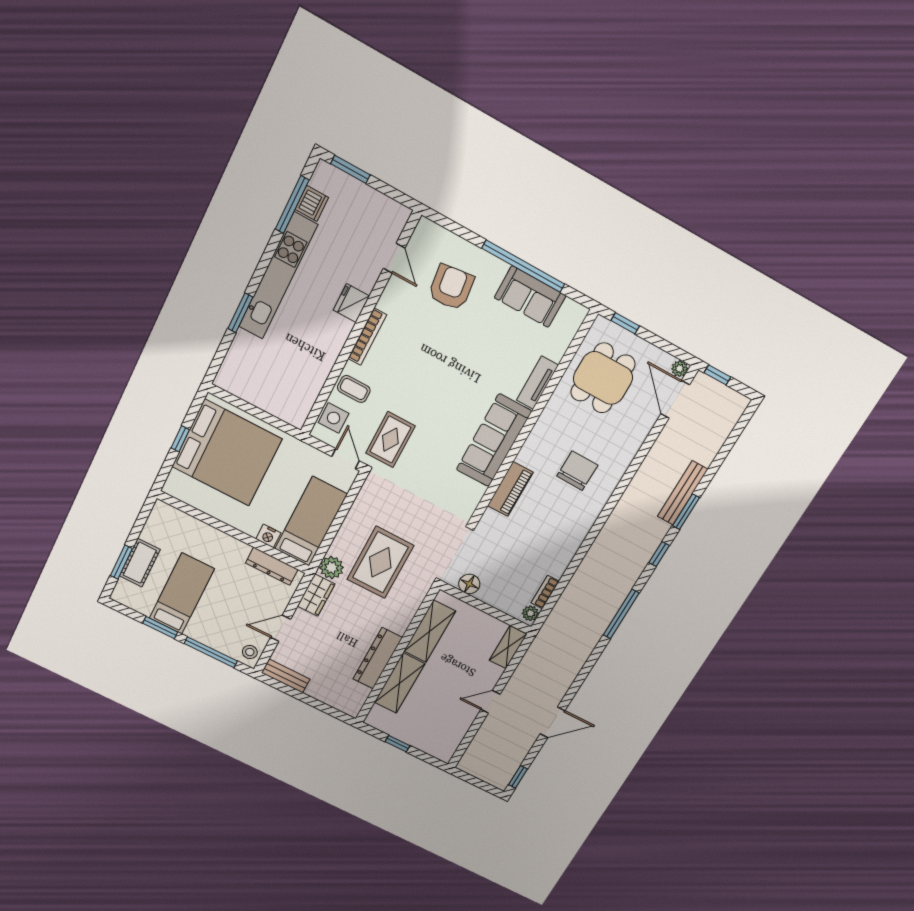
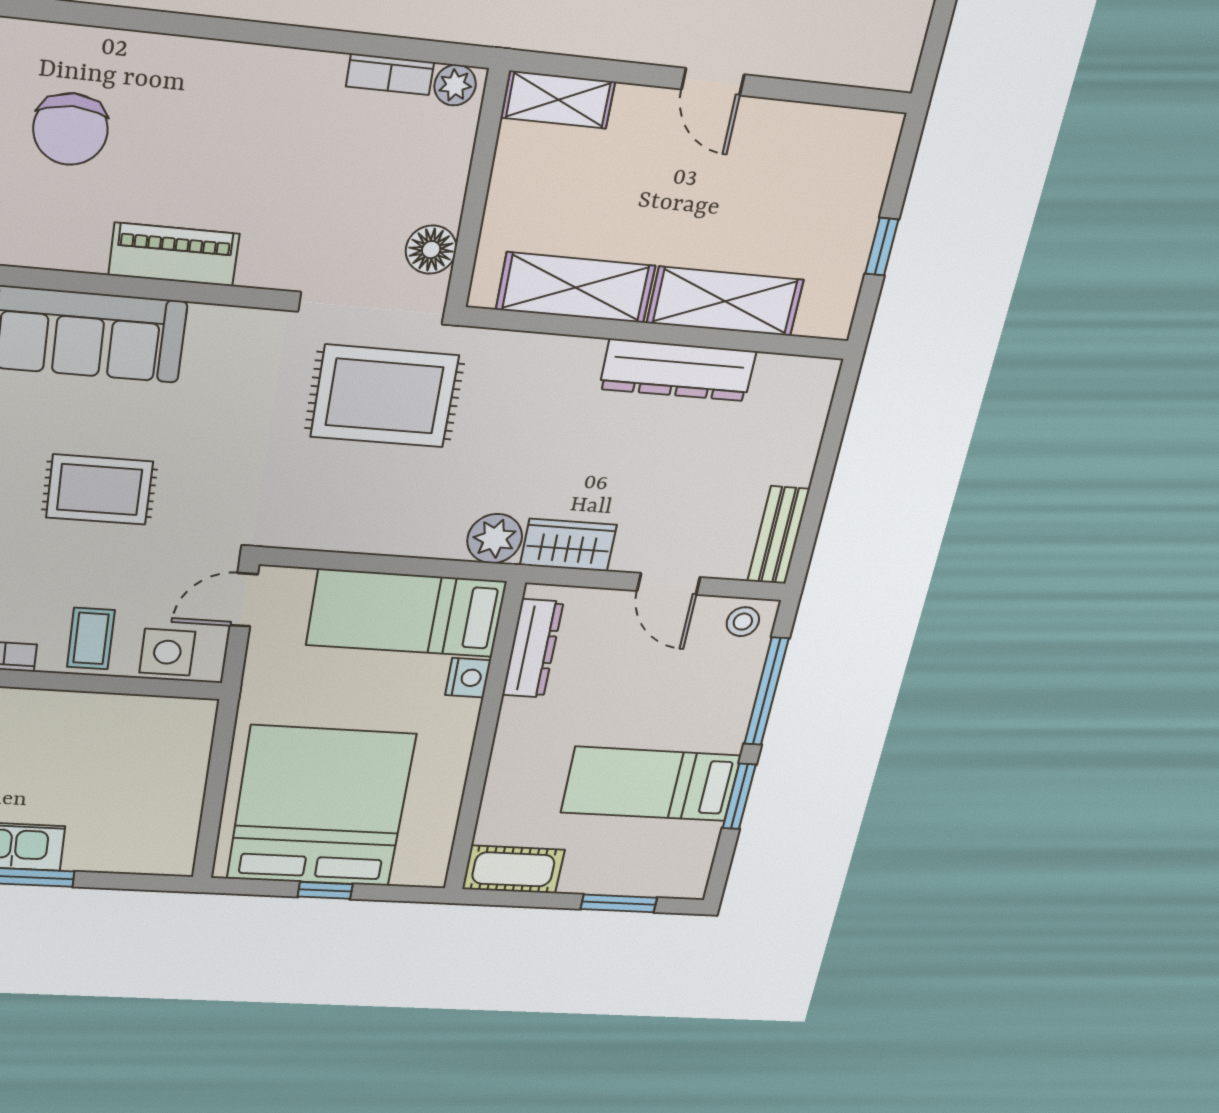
rug: (390, 440) -> (100, 490), moved
chair: (577, 471) -> (70, 129), turned -91
rug: (380, 562) -> (384, 396), moved
cot: (140, 563) -> (513, 869), moved

